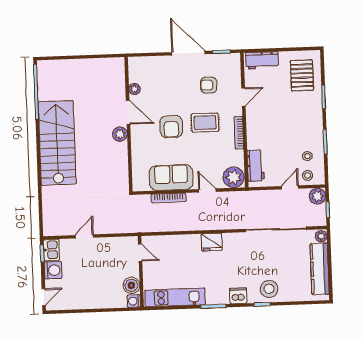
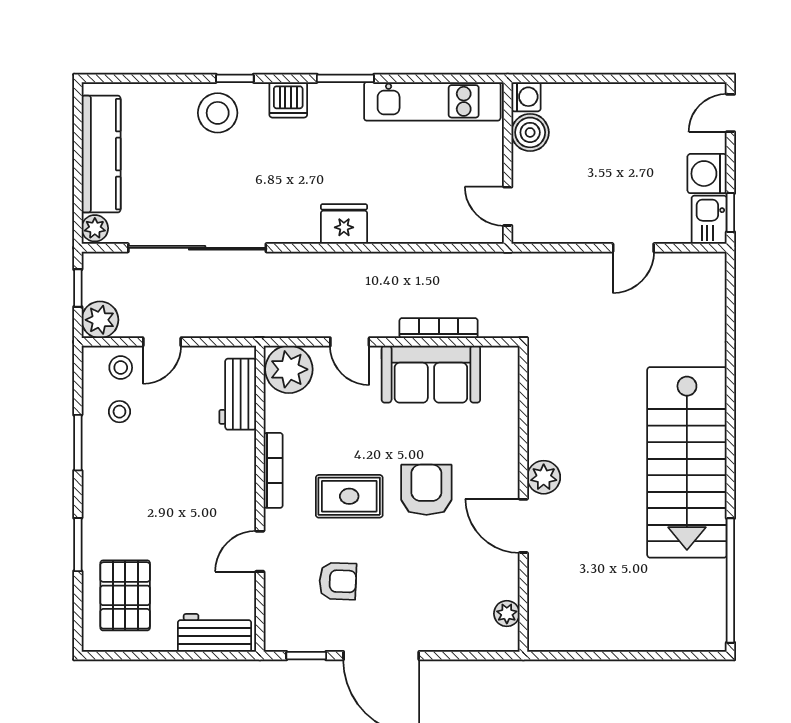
plant: (134, 89) -> (507, 614), moved

